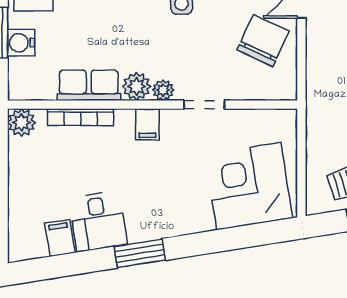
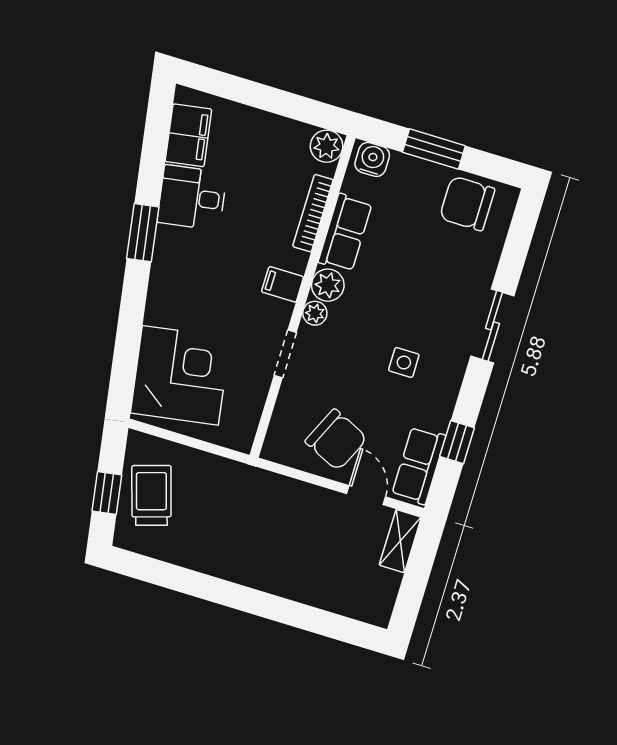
water cooler: (21, 43) -> (372, 159), moved
filing cabinet: (60, 238) -> (188, 135), width x2.00

